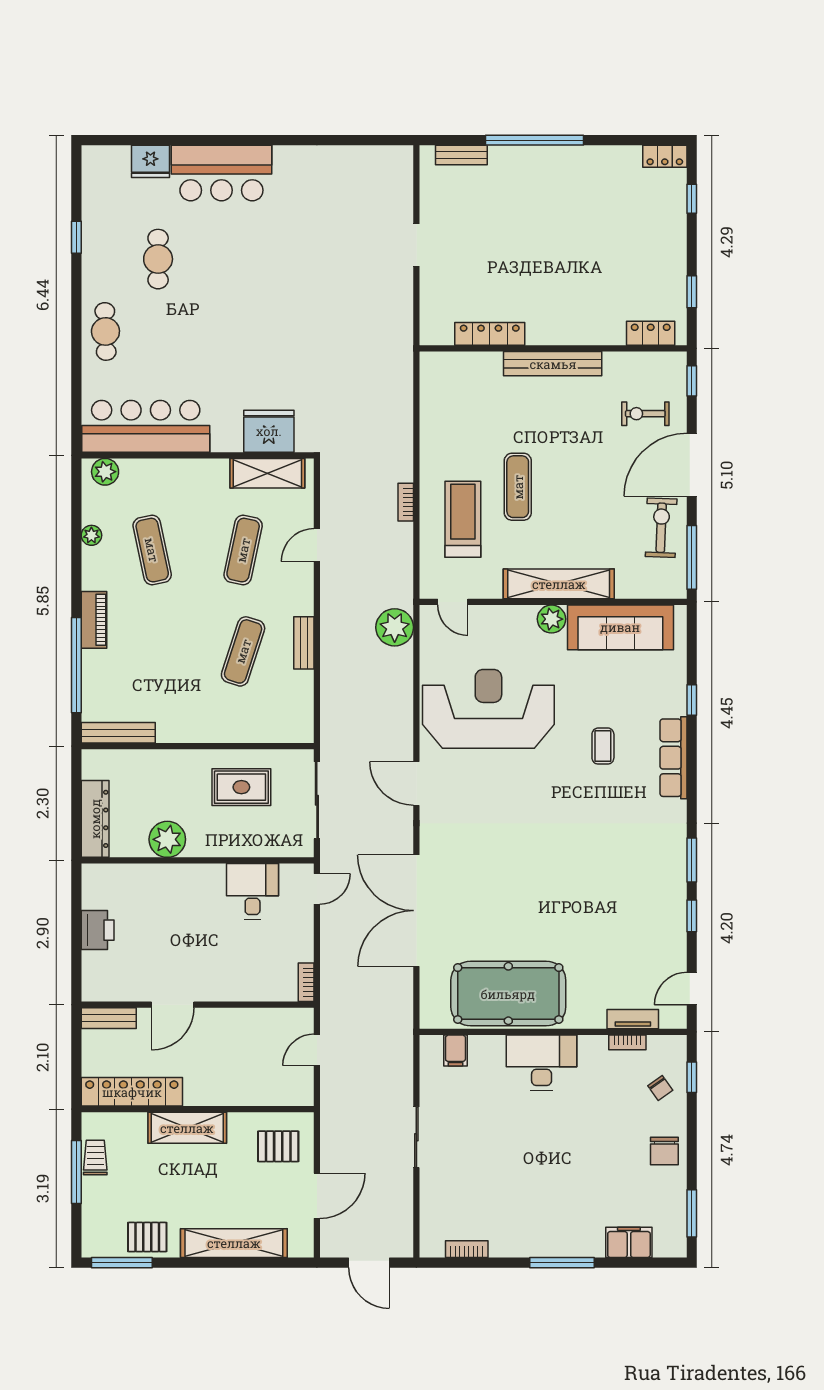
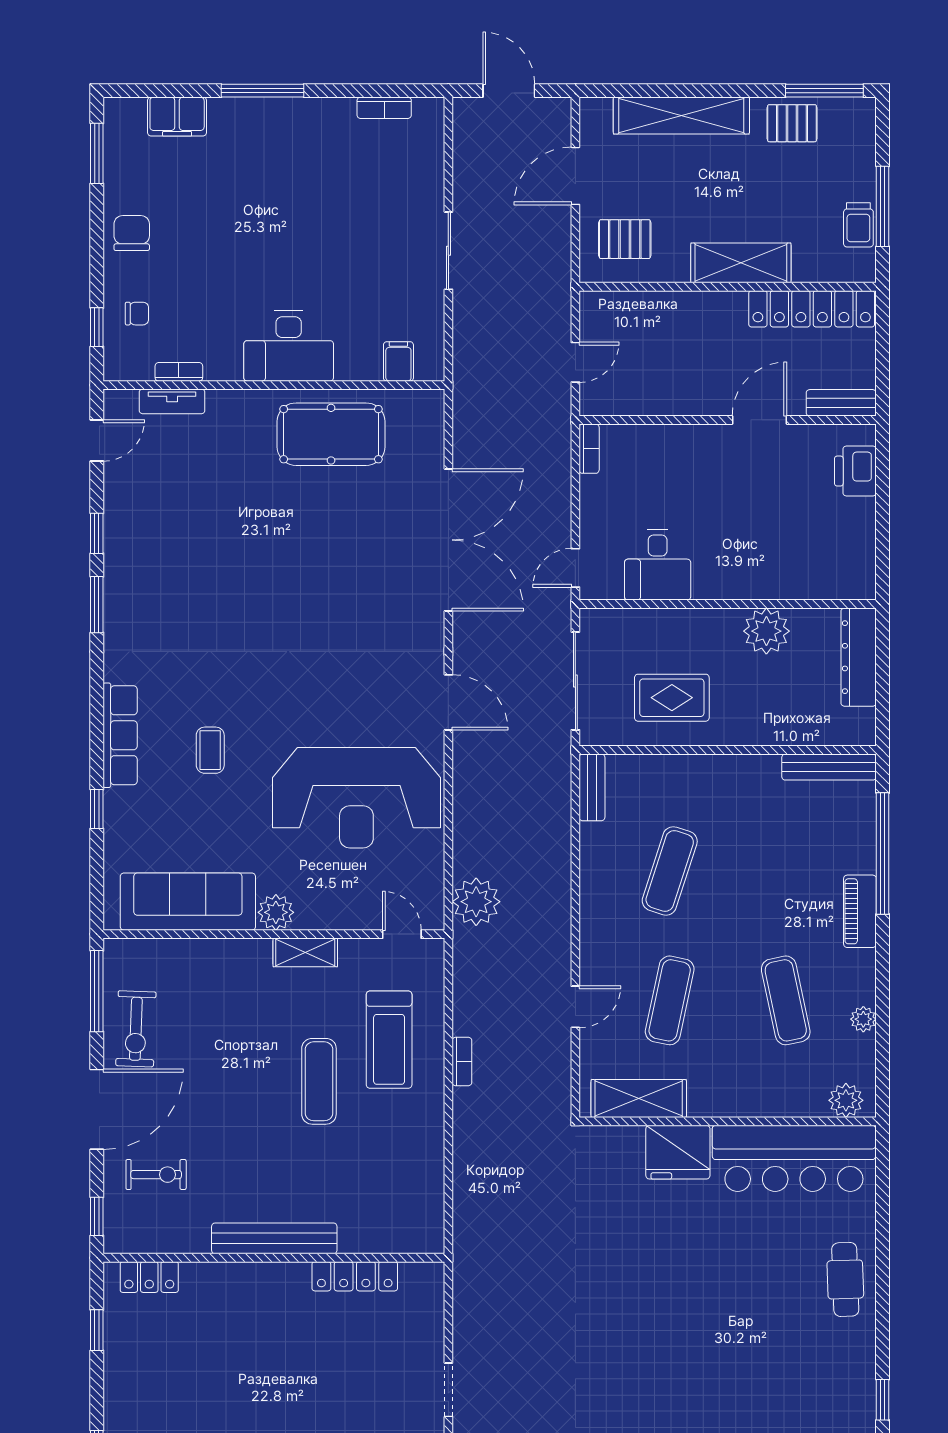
cafe table: (158, 259) -> (778, 1372), removed
fridge: (269, 431) -> (678, 1152), moved
shelving: (559, 584) -> (305, 952), width x0.45, depth x0.75
bench: (304, 643) -> (592, 787), moved
printer: (98, 930) -> (855, 471), moved
pool table: (508, 994) -> (331, 434), width x0.73, depth x0.76
chair: (660, 1088) -> (137, 314), turned 125

